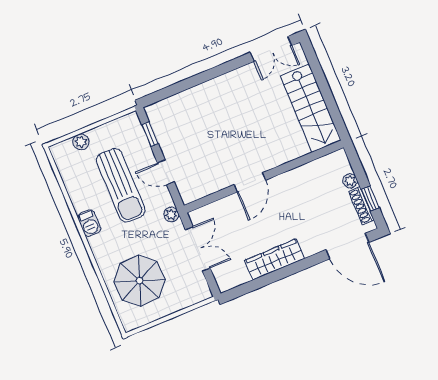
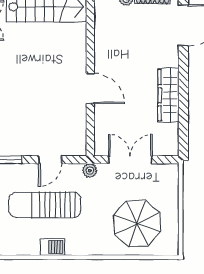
sun lounger: (121, 185) -> (45, 205), turned 180
barbecue: (89, 223) -> (52, 247), moved

